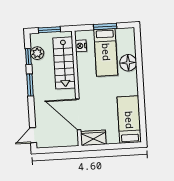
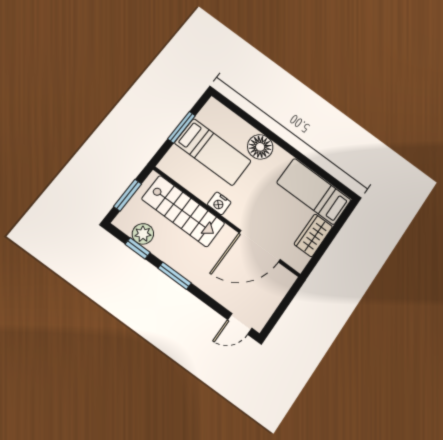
nightstand: (81, 46) -> (219, 203), moved
floor lamp: (128, 63) -> (260, 147), moved
door: (33, 135) -> (240, 324), hinge flipped
wardrobe: (93, 138) -> (313, 235), moved

